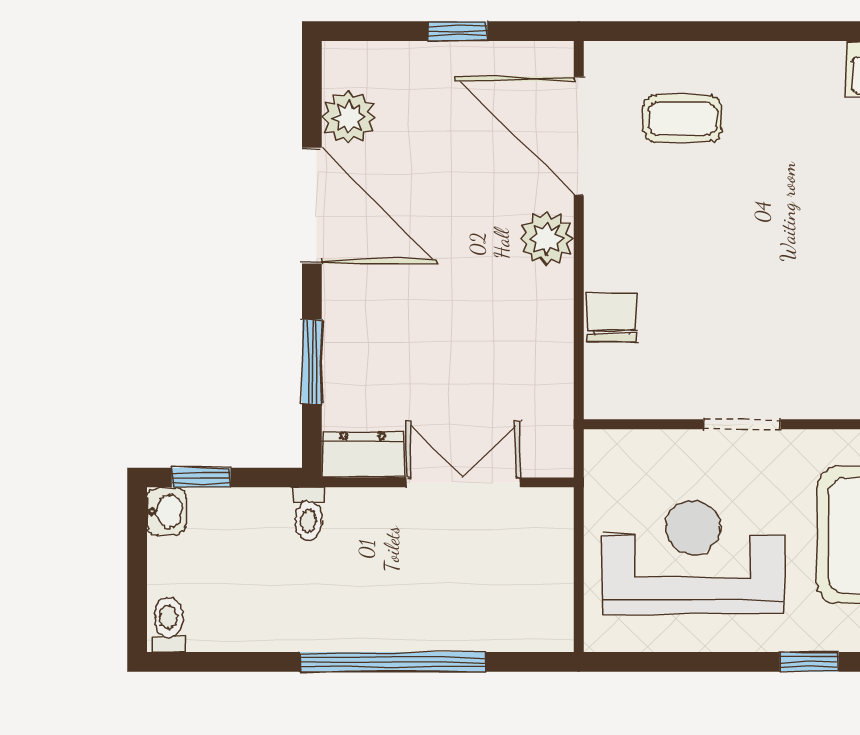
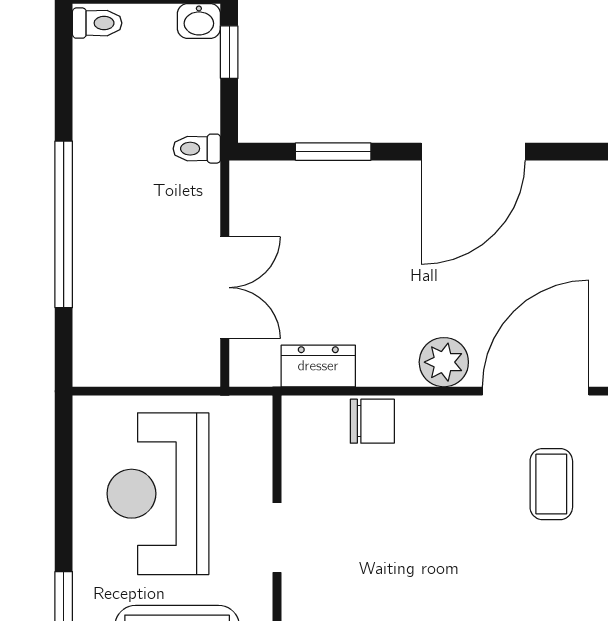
plant: (349, 117) -> (552, 185), removed
dresser: (363, 454) -> (318, 366), moved, turned -90
reception desk: (693, 557) -> (158, 494), turned 180

